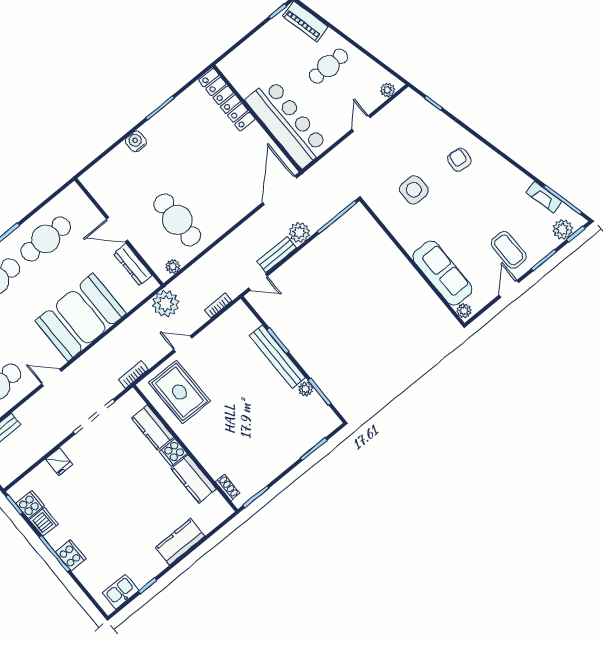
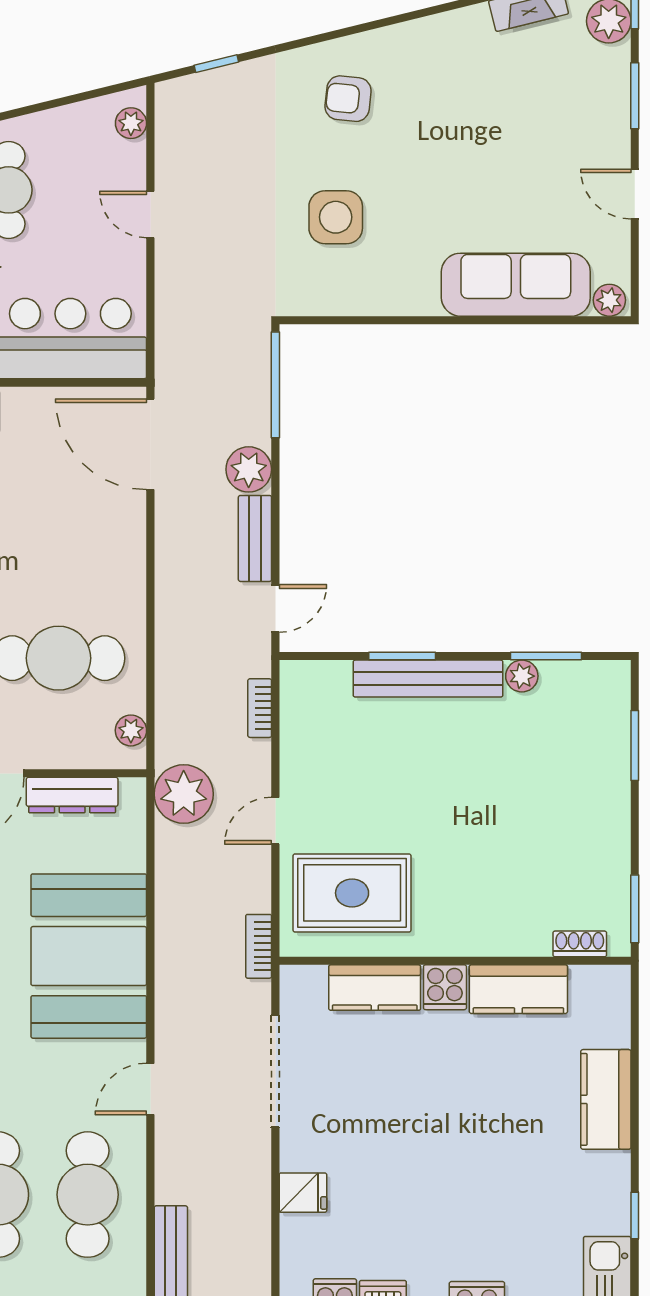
coffee table: (509, 250) -> (569, 140), removed

